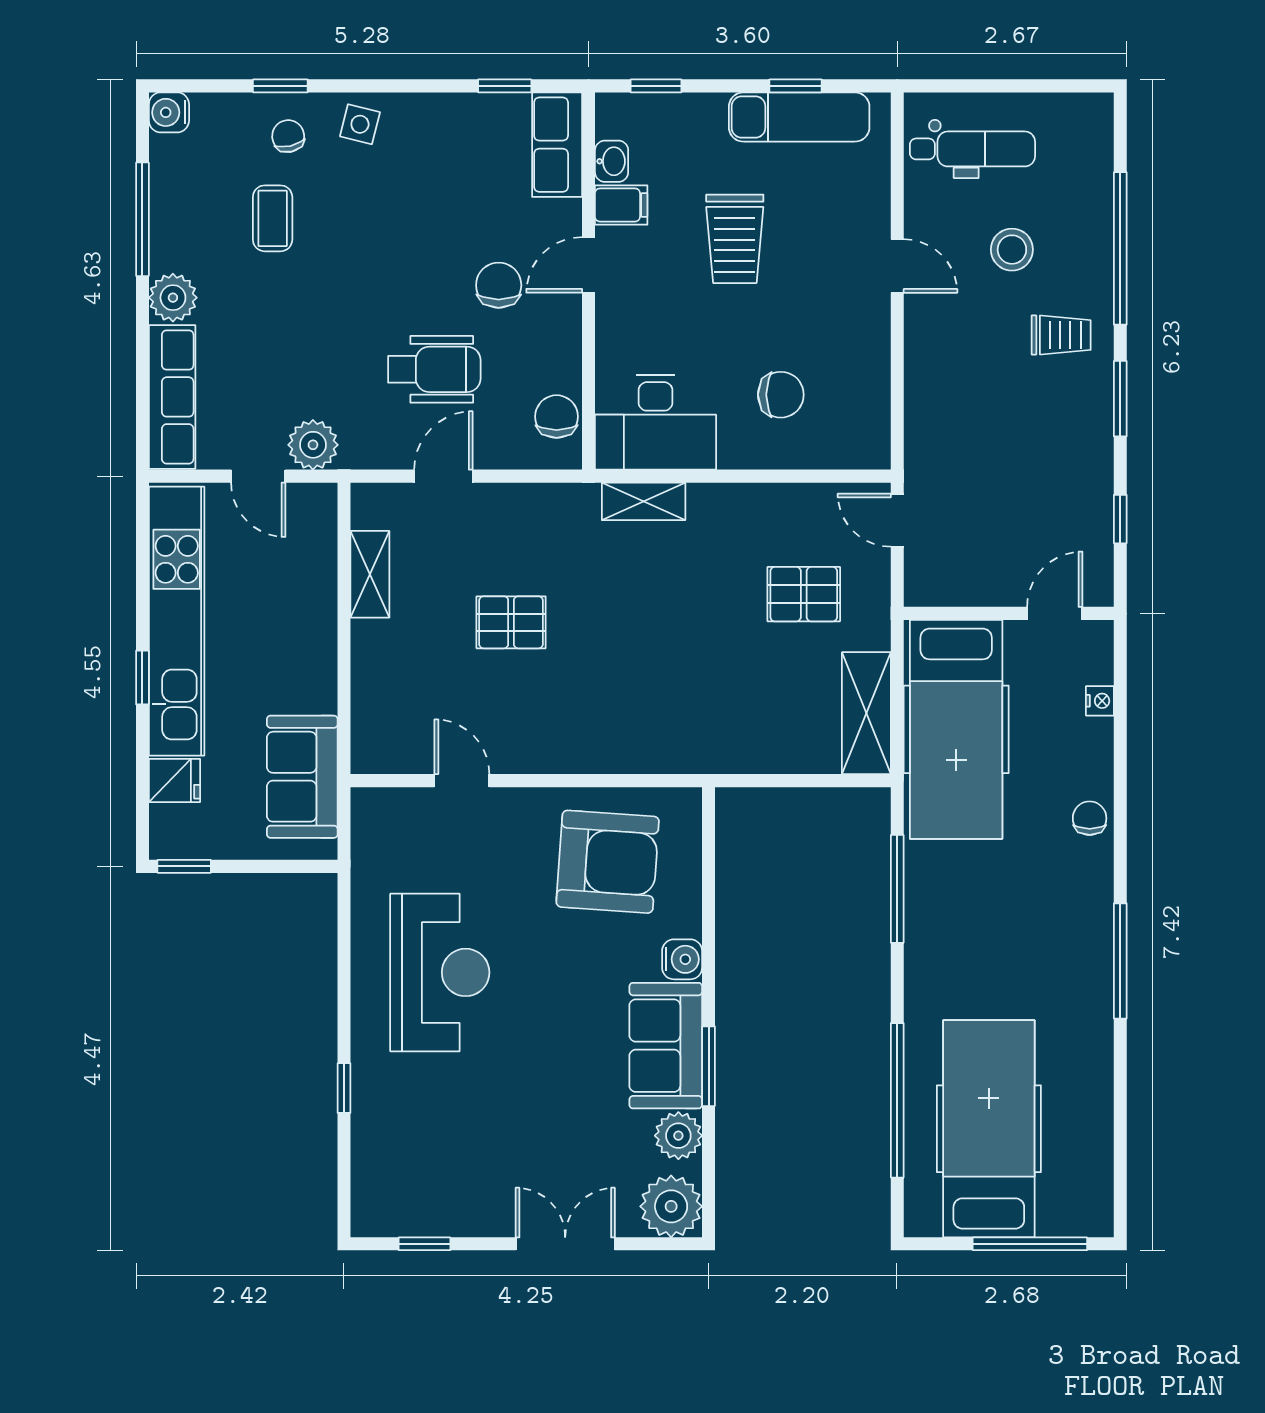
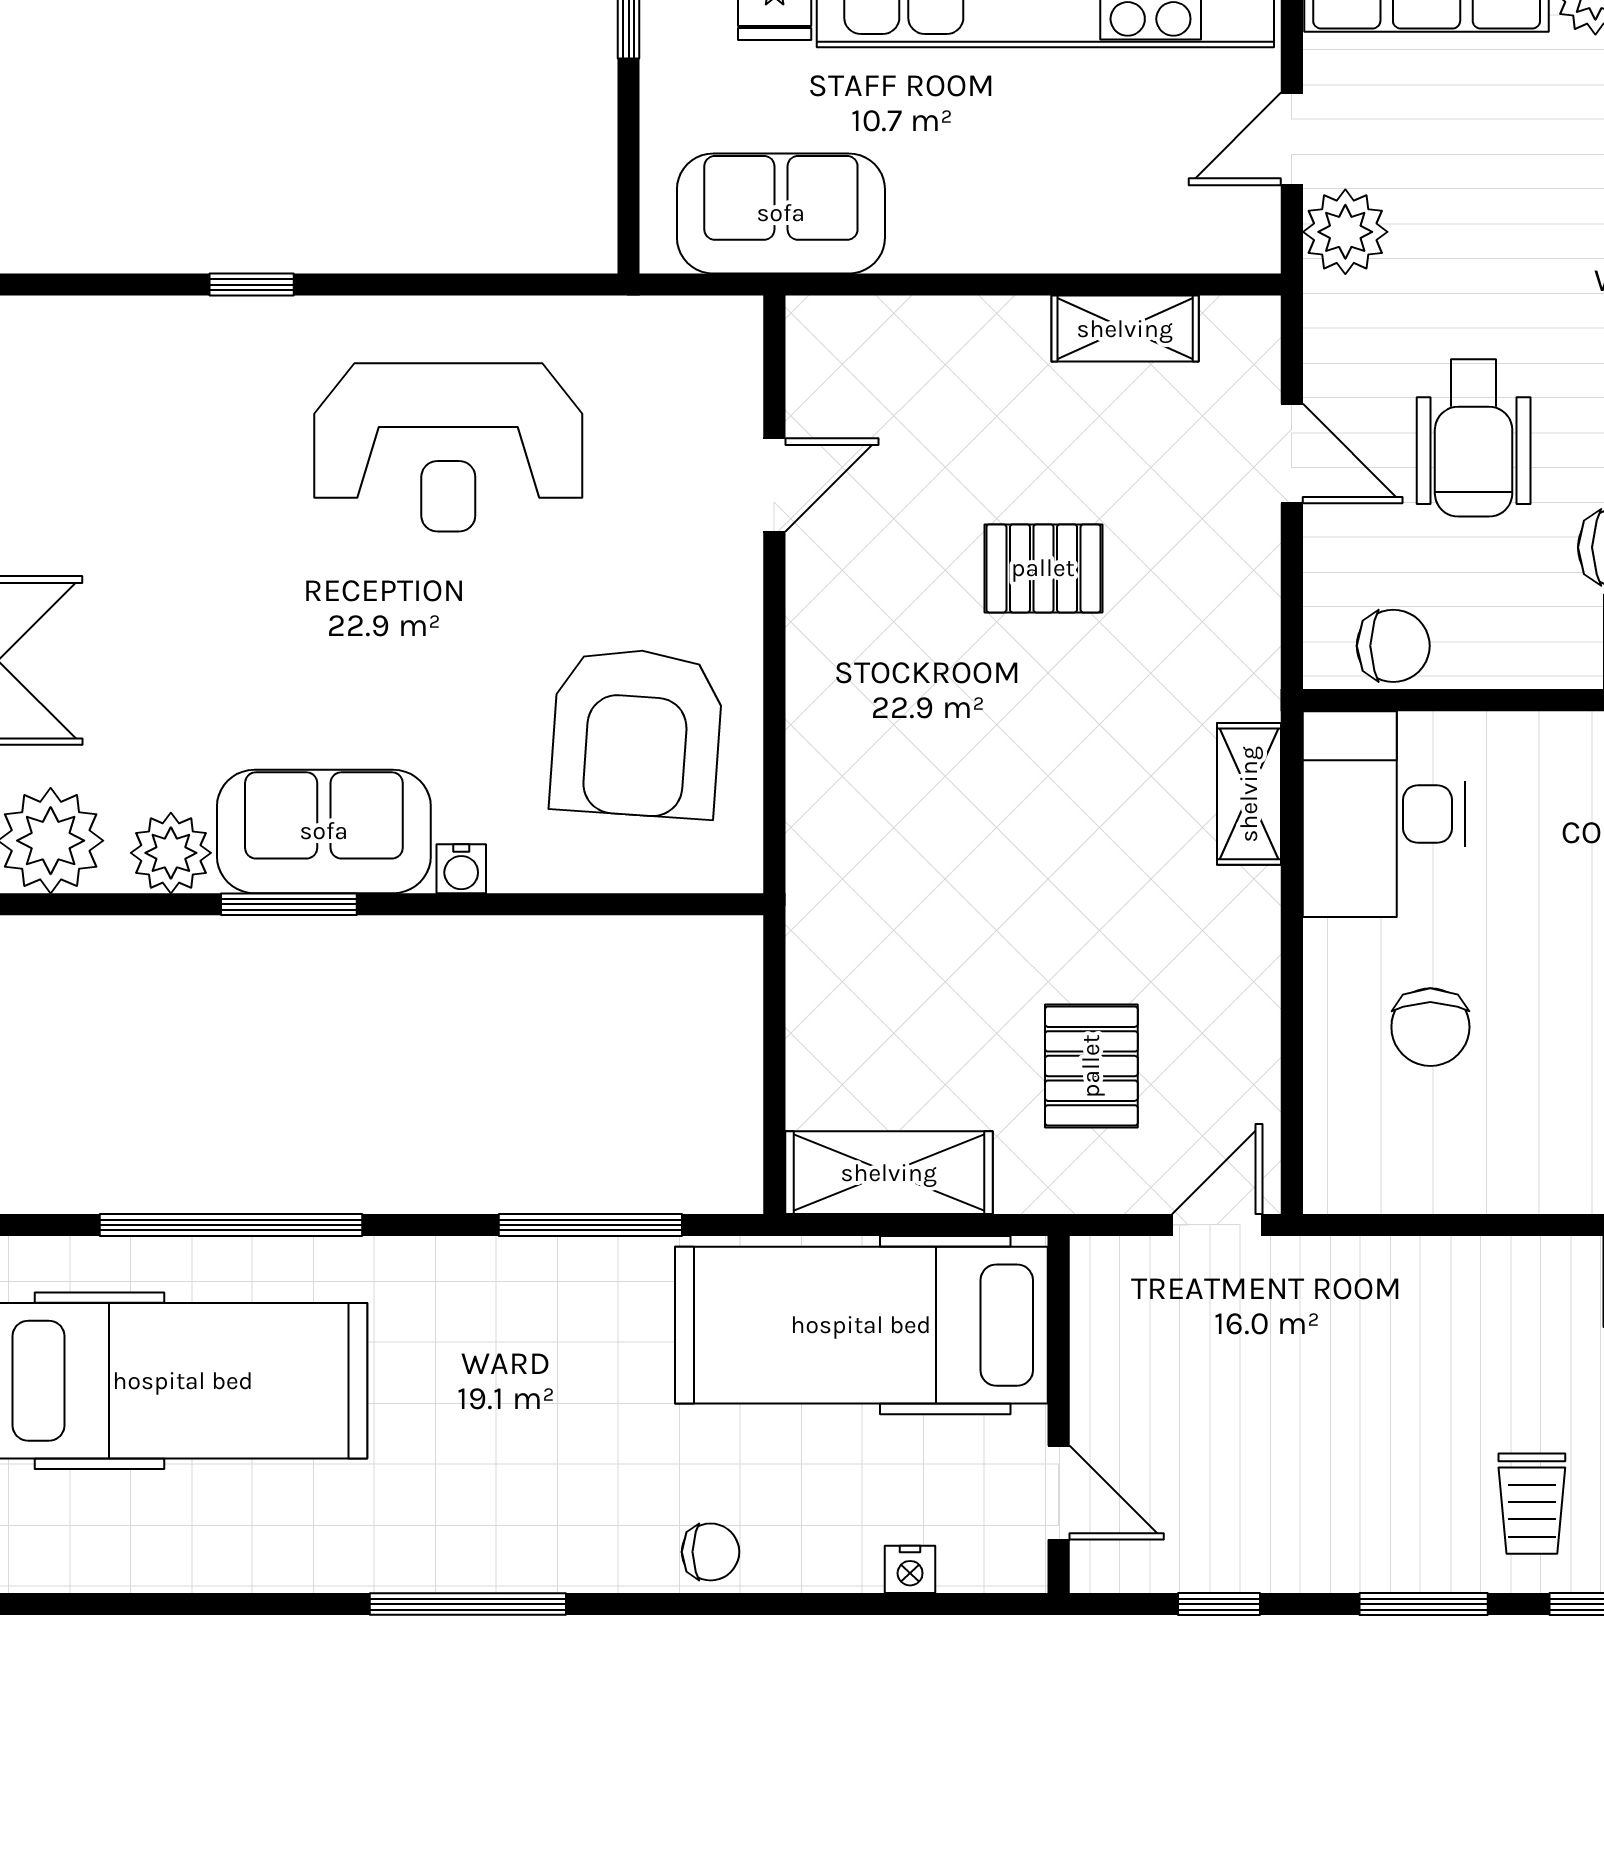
pallet: (511, 622) -> (1043, 568), turned 90
water cooler: (682, 959) -> (461, 869), width x0.72, depth x0.72

